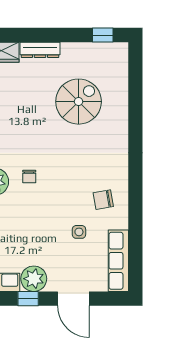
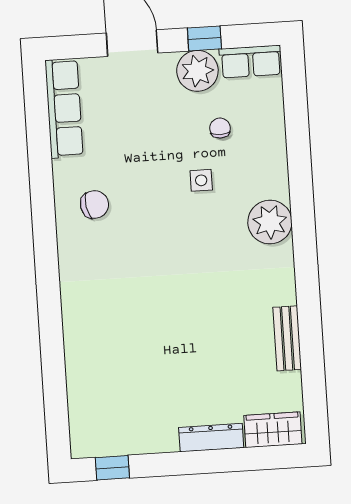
spiral stairs: (79, 102) -> (144, 359), removed
chair: (29, 176) -> (220, 128), moved
side table: (79, 232) -> (201, 180), moved

